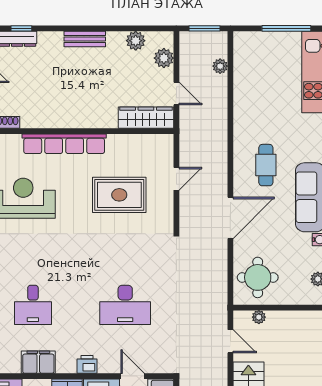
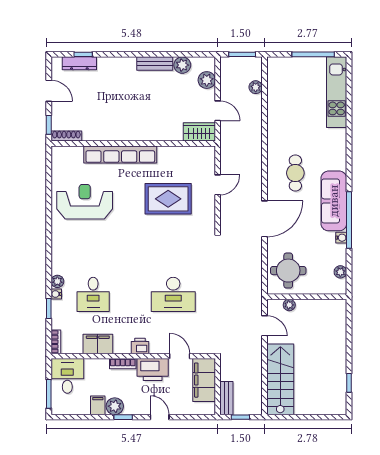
bench: (85, 39) -> (155, 64), moved
wardrobe: (146, 118) -> (199, 132), width x0.67

